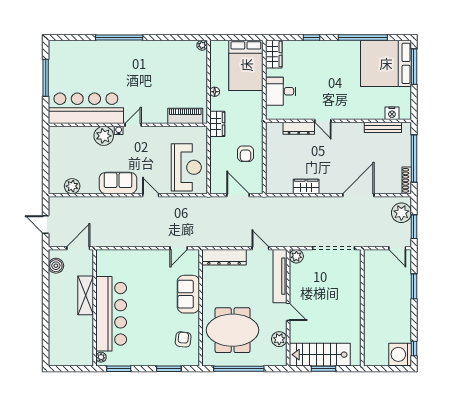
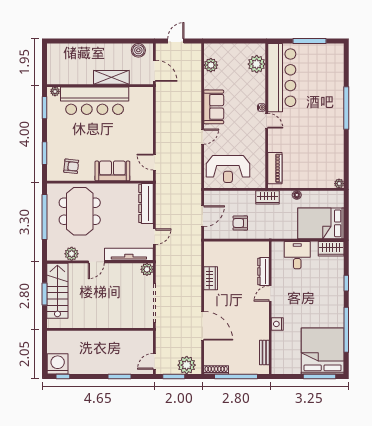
nightstand: (392, 113) -> (277, 324), moved
bench: (383, 127) -> (264, 353), width x0.73
plant: (104, 136) -> (257, 64), moved

